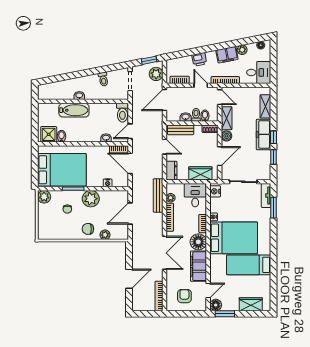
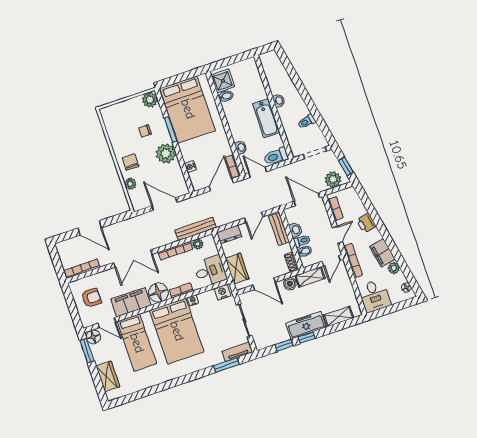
bathtub: (74, 110) -> (266, 118), moved
bed: (249, 265) -> (137, 343), moved, turned 180

